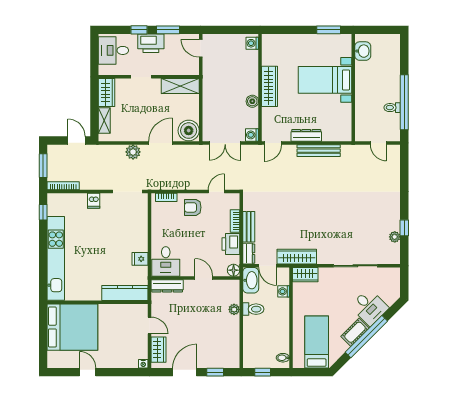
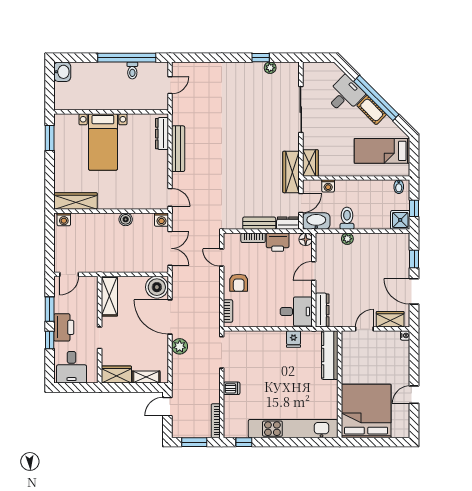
washbasin: (363, 51) -> (62, 72), moved, turned 90
wardrobe: (269, 86) -> (76, 201), moved
dresser: (306, 135) -> (162, 134), moved
door: (161, 143) -> (170, 317), width x1.36
shower: (252, 359) -> (400, 220), added

